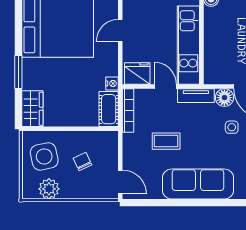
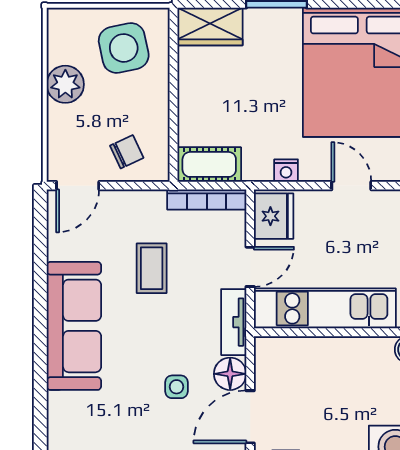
nightstand: (112, 83) -> (286, 171), moved
chair: (82, 162) -> (127, 152), moved
plant: (49, 189) -> (65, 84), moved

